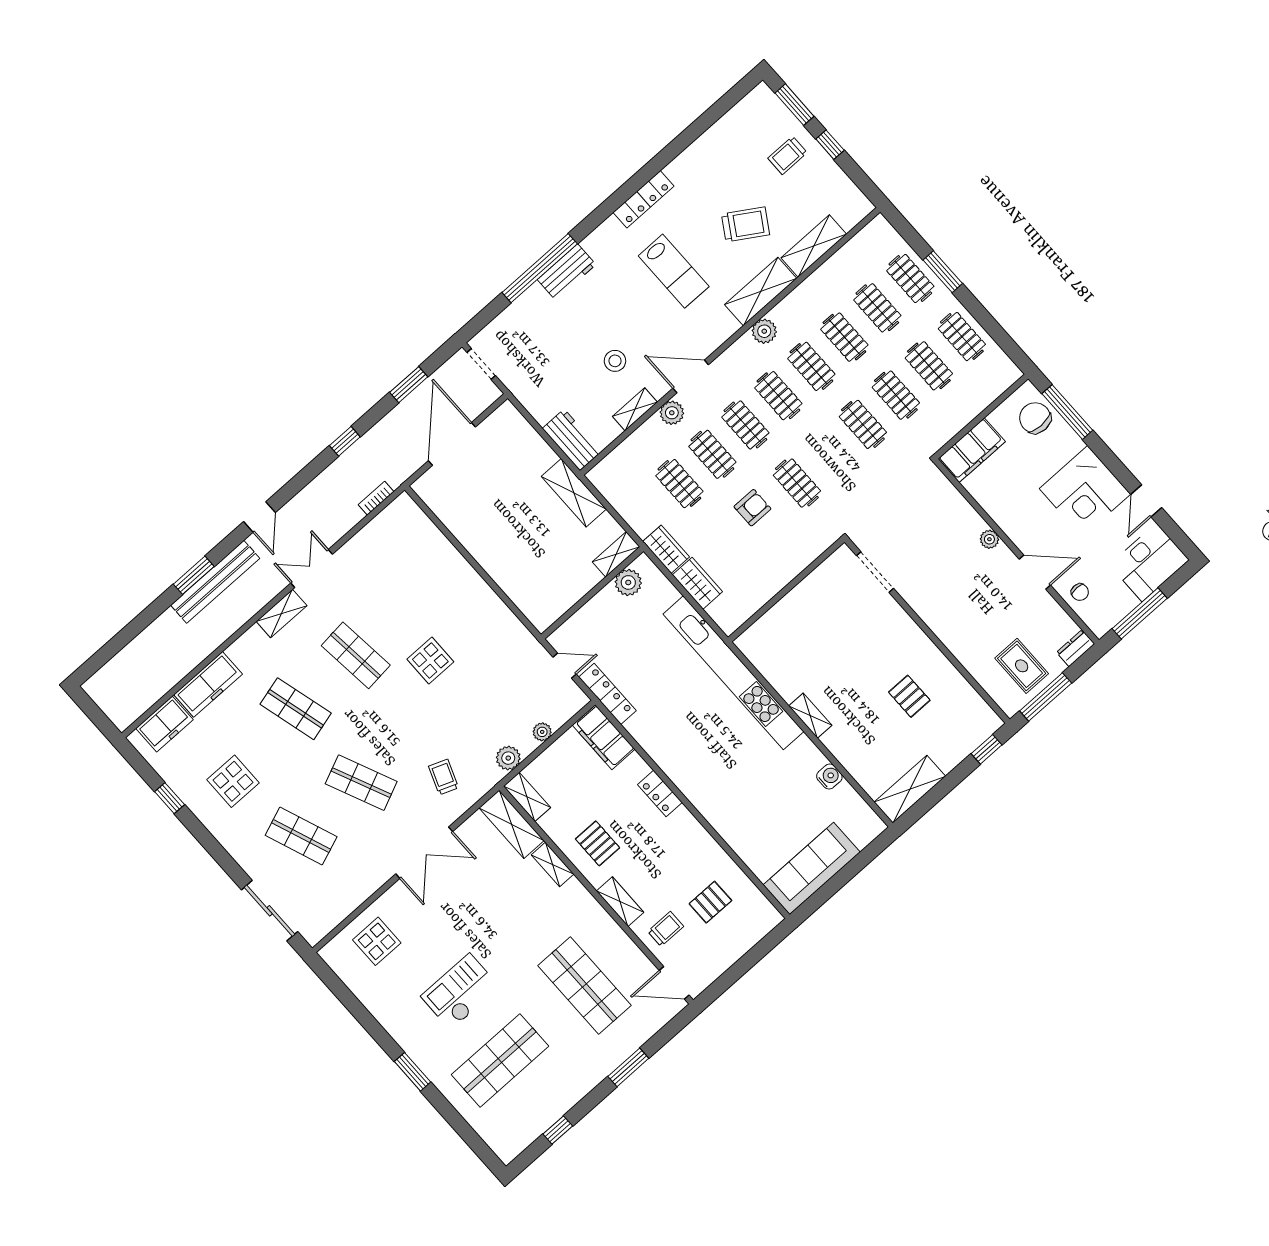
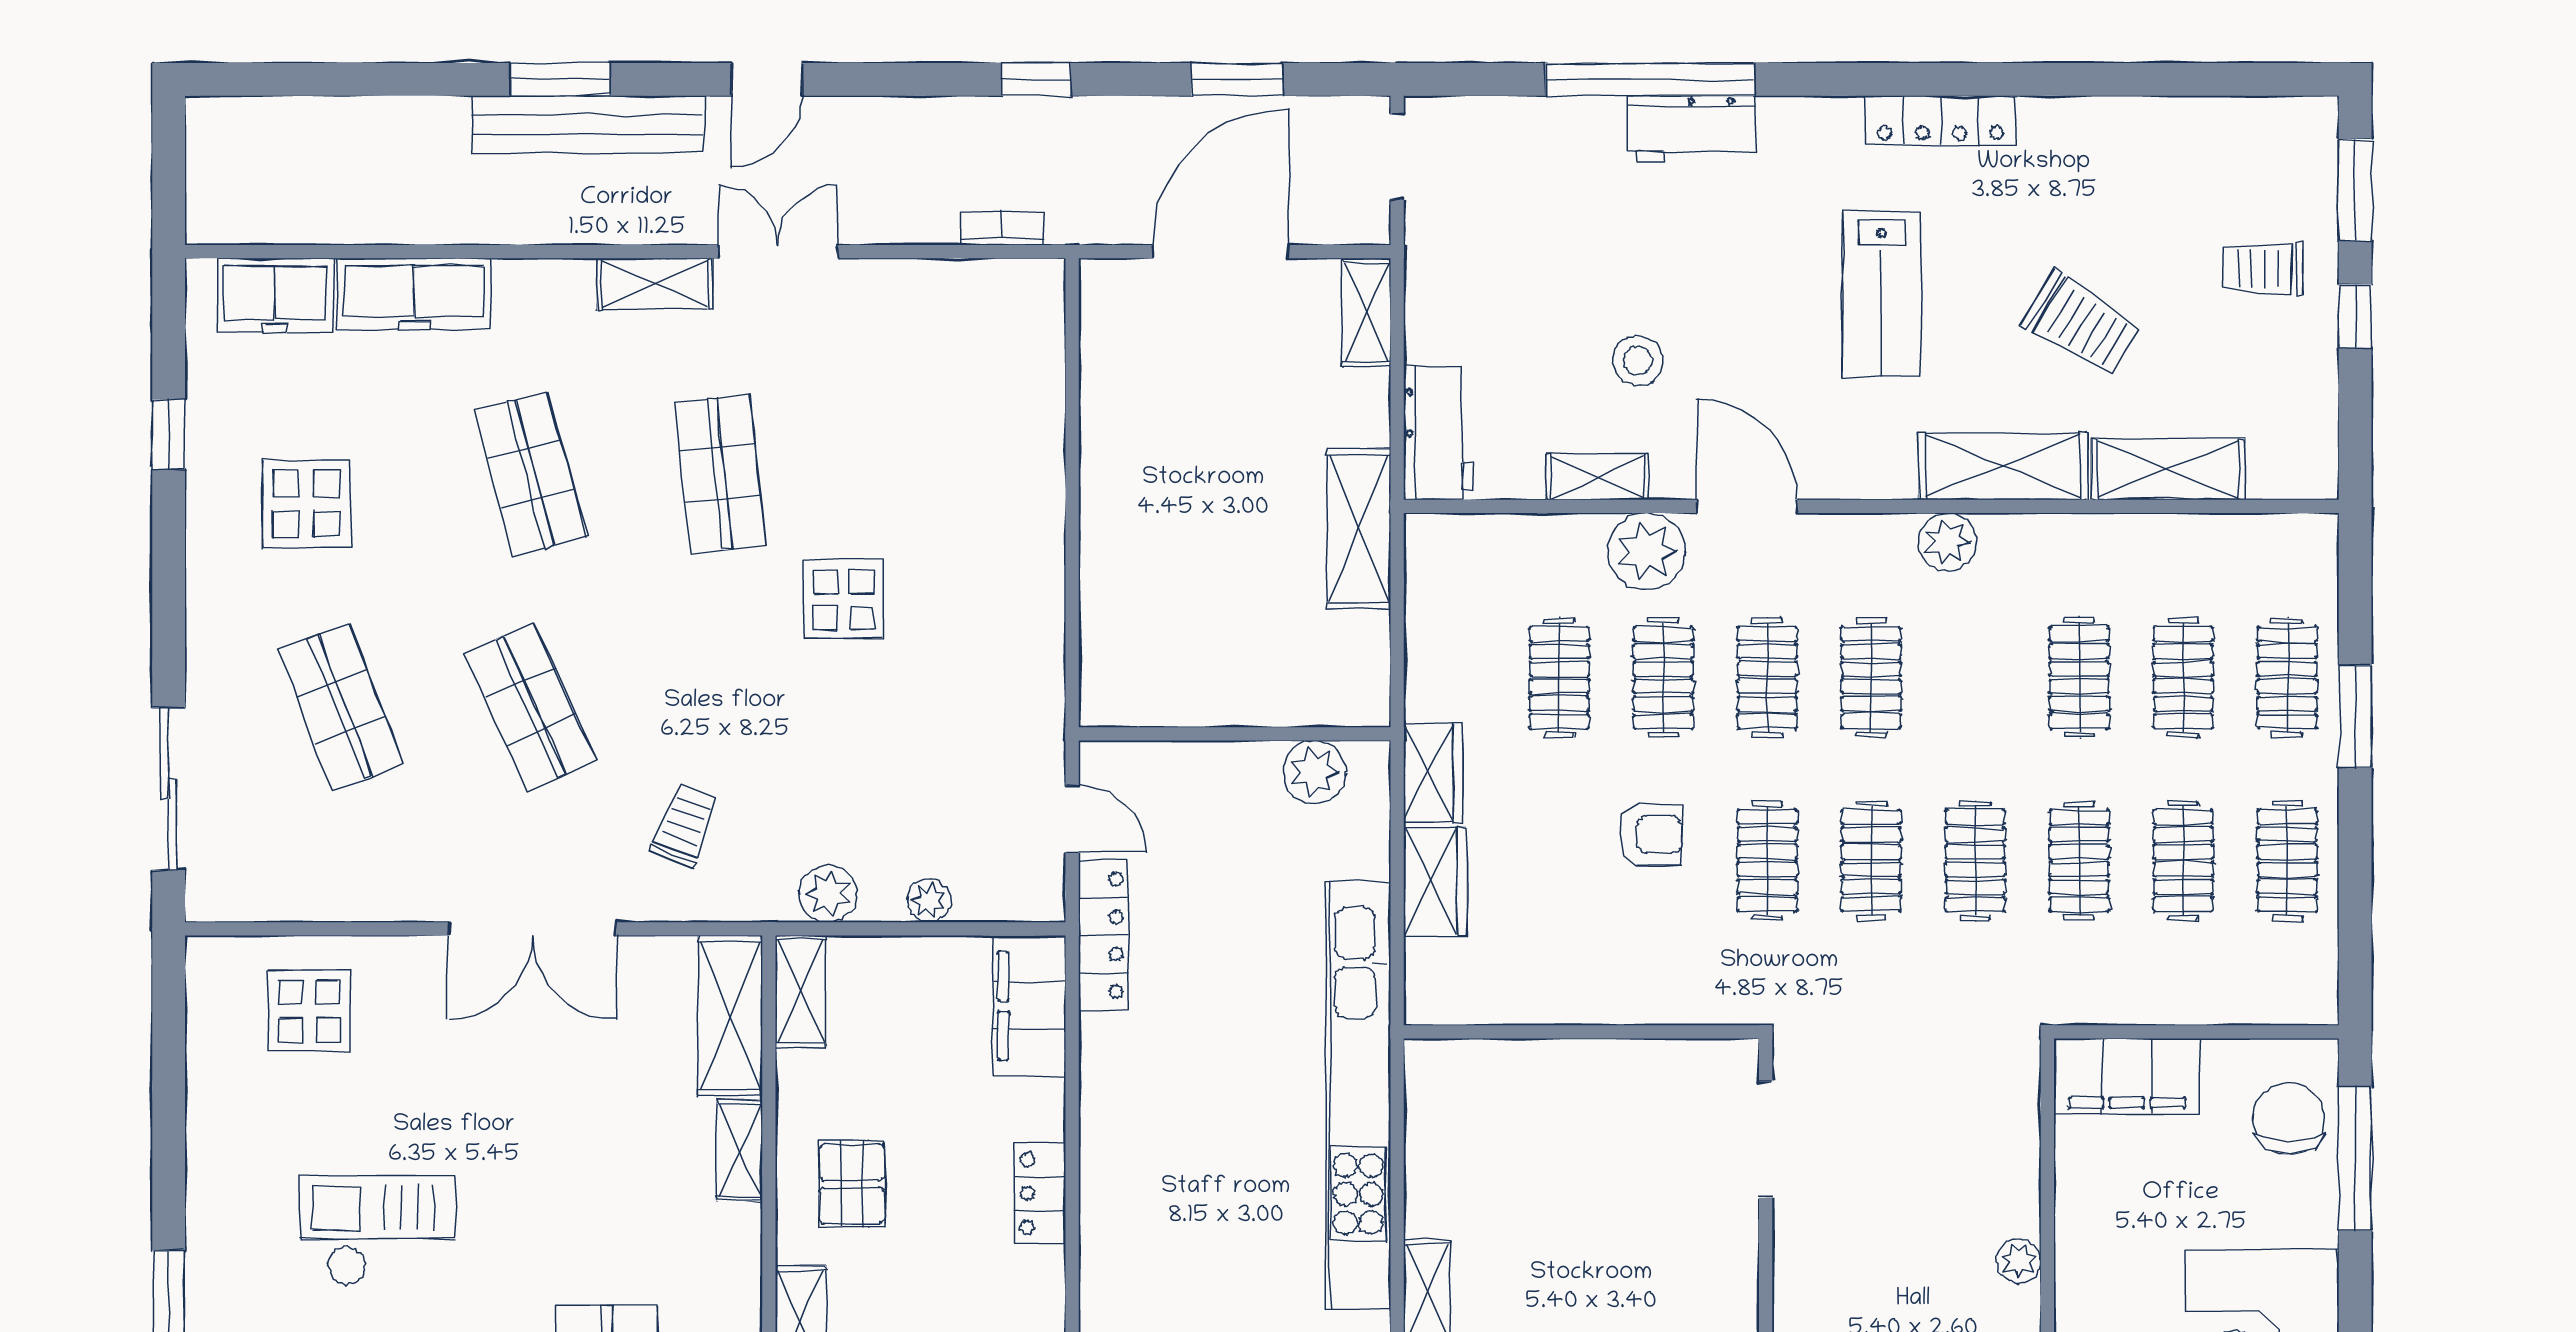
clothes rail: (811, 366) -> (1871, 861), moved
plant: (672, 413) -> (1647, 551), width x1.36, depth x1.36
shelving: (616, 554) -> (1366, 312), moved, turned 90

